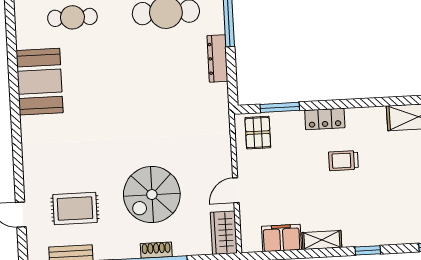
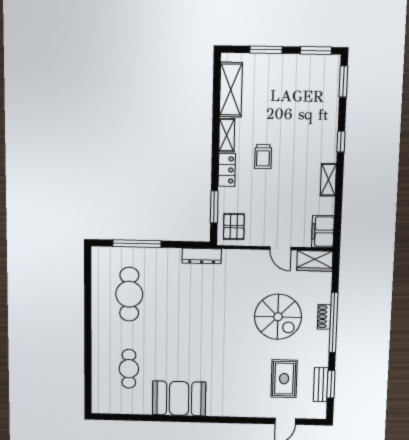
dresser: (217, 58) -> (202, 256), moved
shelving: (366, 116) -> (227, 135), added
pallet: (258, 133) -> (234, 227), turned 90
filing cabinet: (281, 238) -> (323, 231), moved

